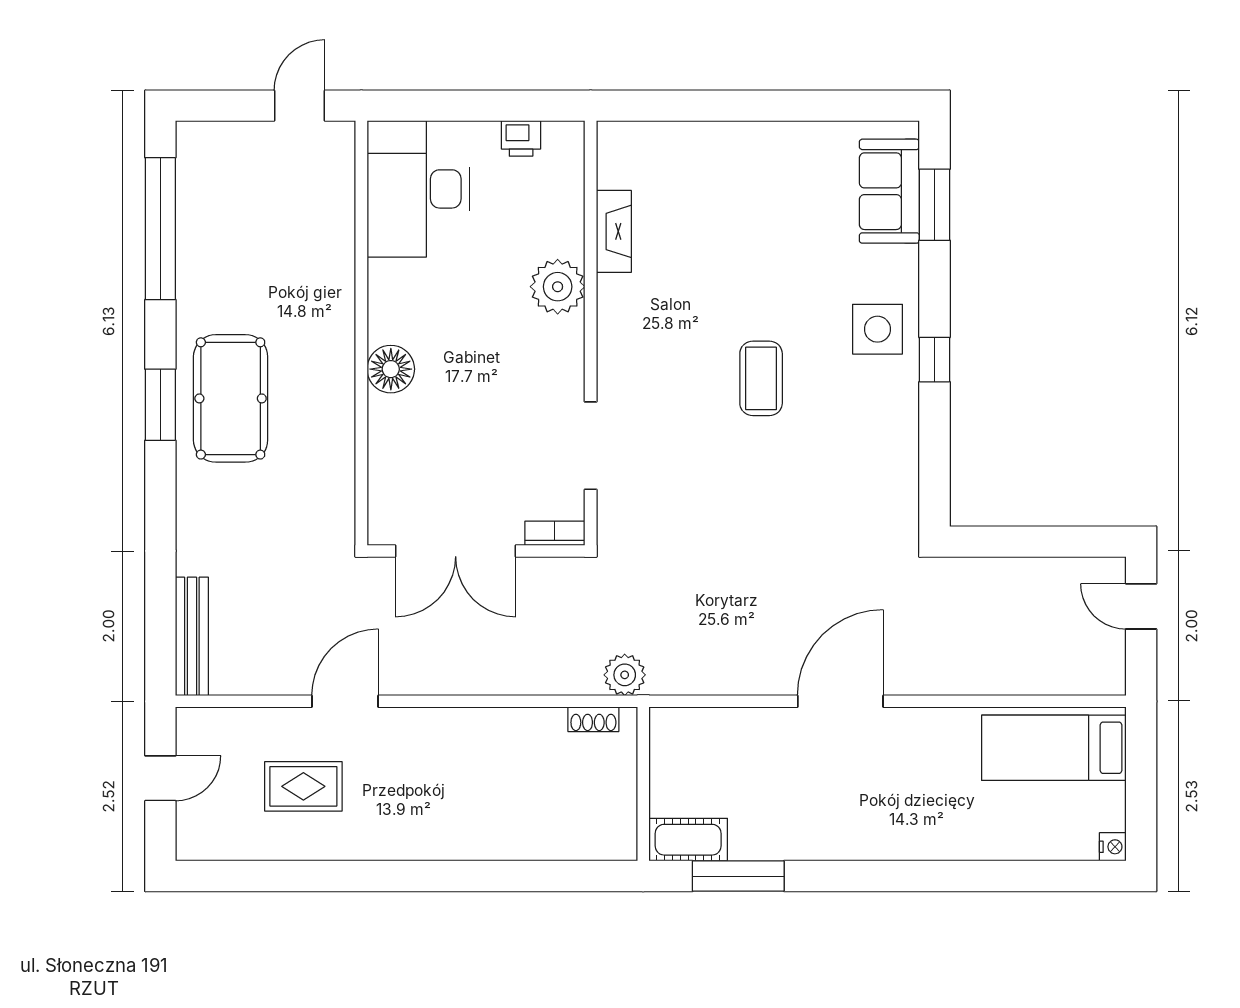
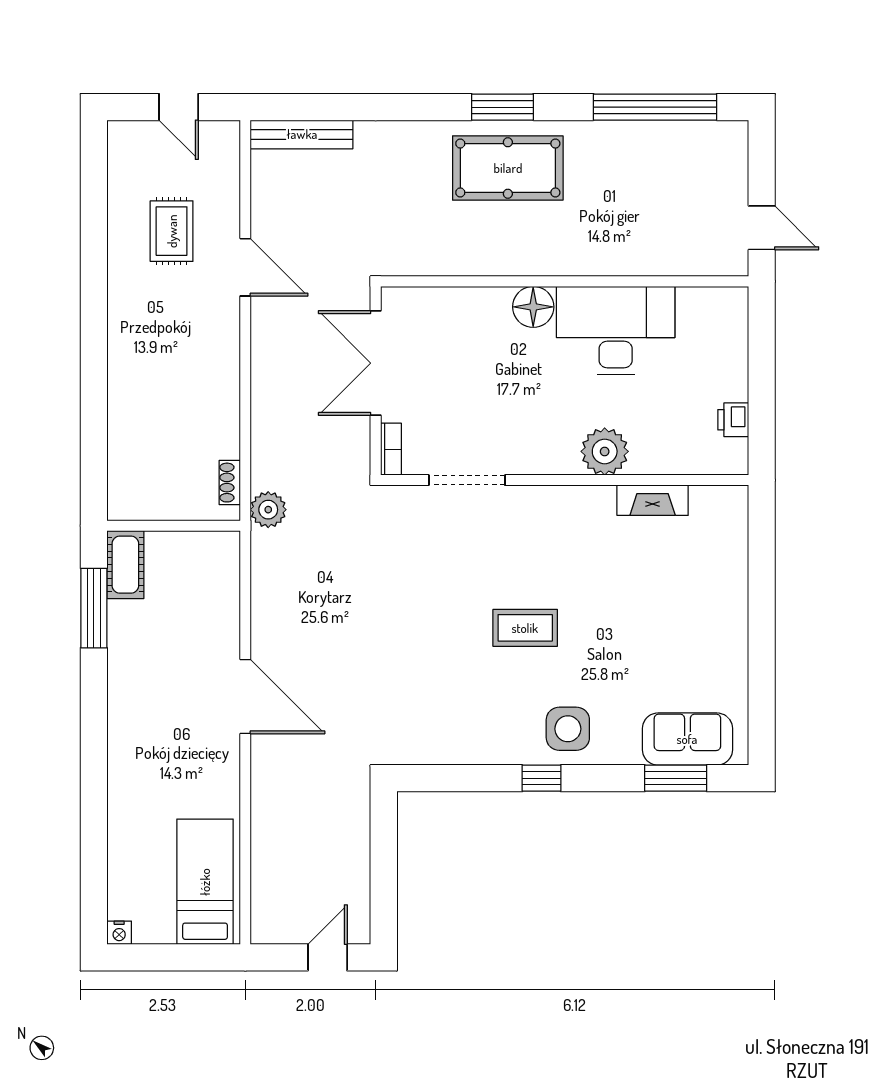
desk: (418, 189) -> (616, 331), moved

